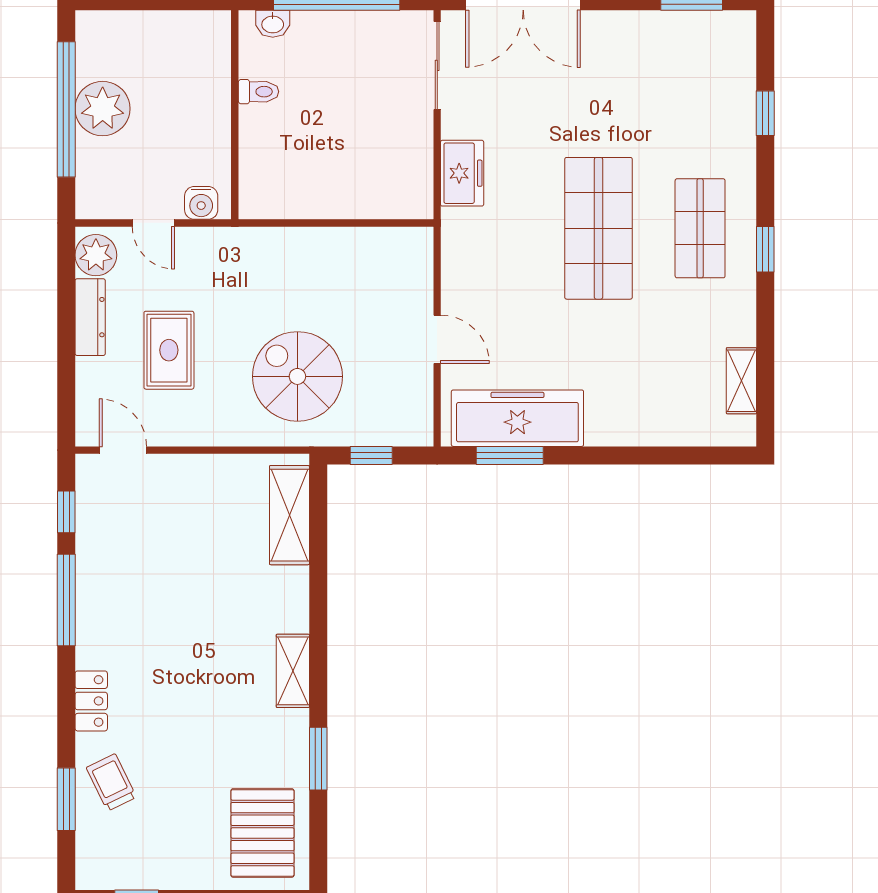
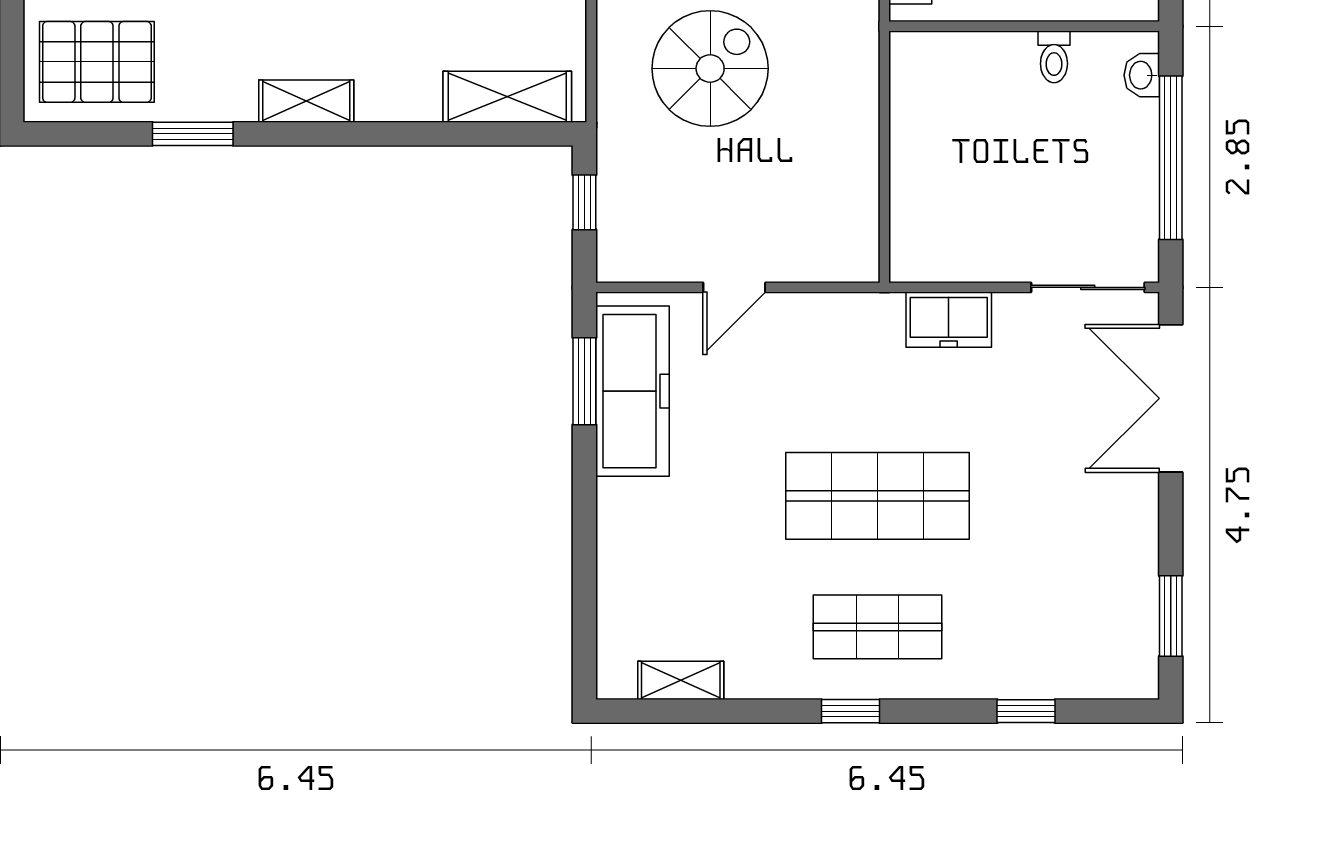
spiral stairs: (297, 376) -> (710, 68), moved

